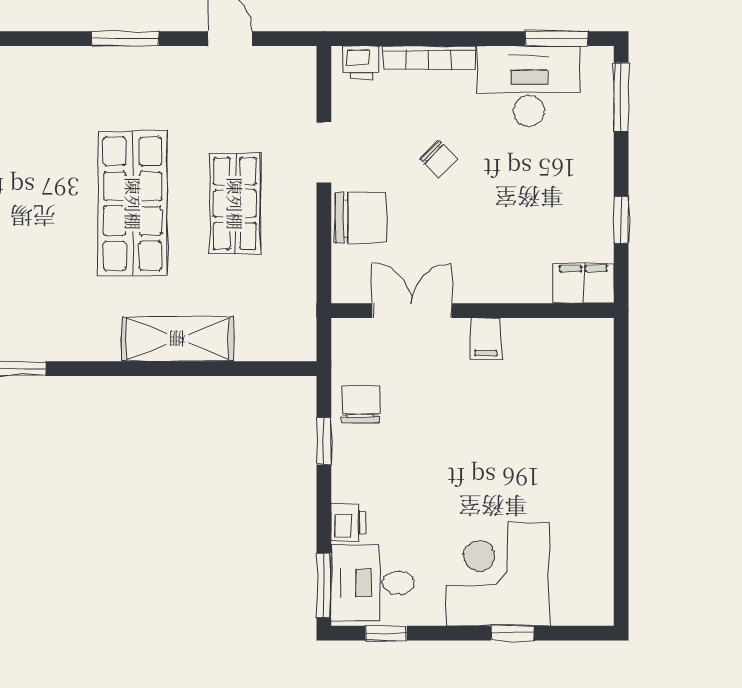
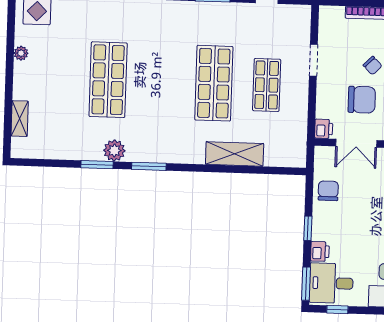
printer: (361, 63) -> (324, 129), moved, turned -90
chair: (361, 218) -> (362, 100), moved
double door: (412, 311) -> (356, 143), swing flipped
window: (324, 441) -> (308, 228), moved

